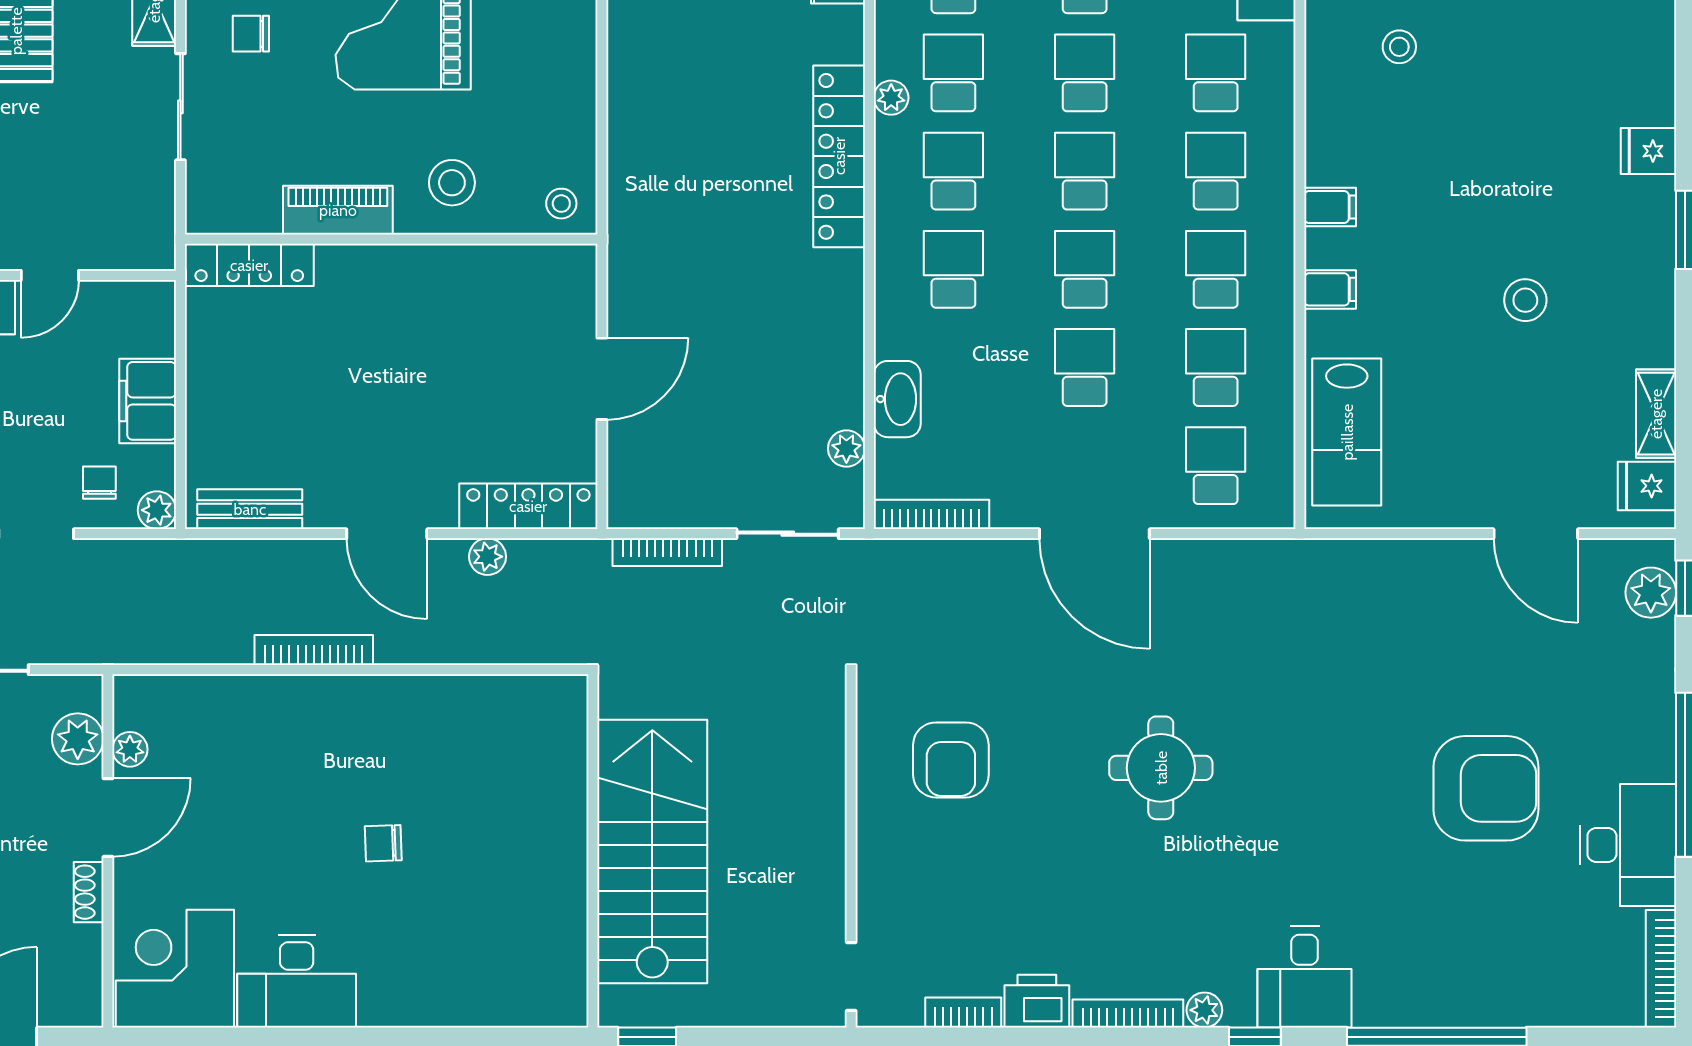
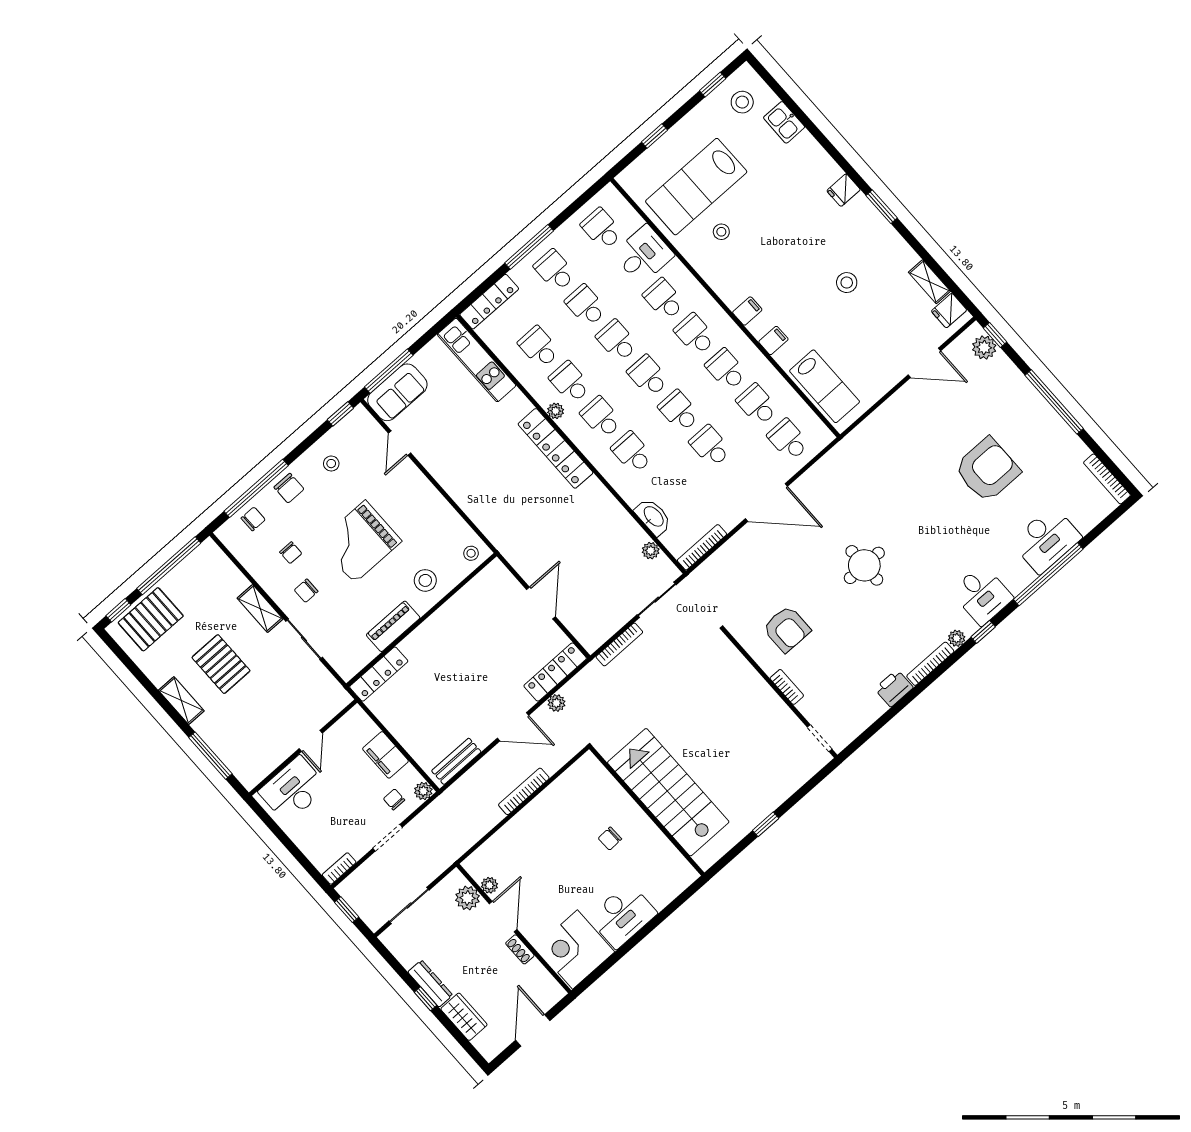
desk: (1628, 845) -> (1046, 540), moved, turned 90
wall: (593, 851) -> (647, 811), moved
stairs: (652, 851) -> (668, 792), moved
bookcase: (963, 1013) -> (787, 687), moved, turned 90

